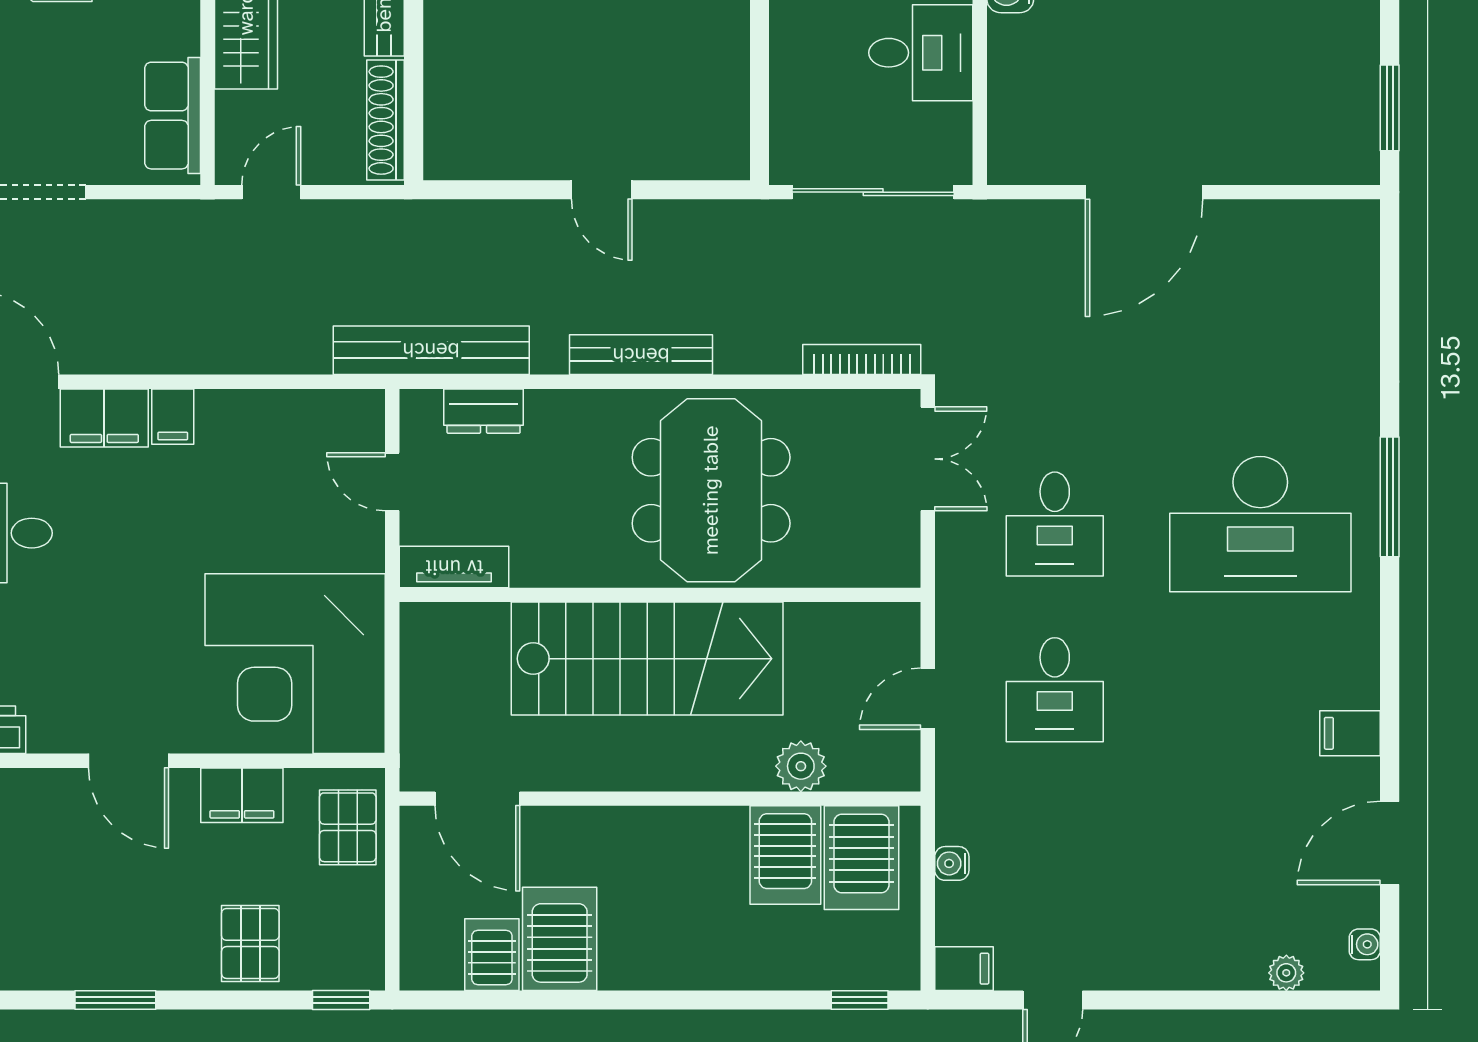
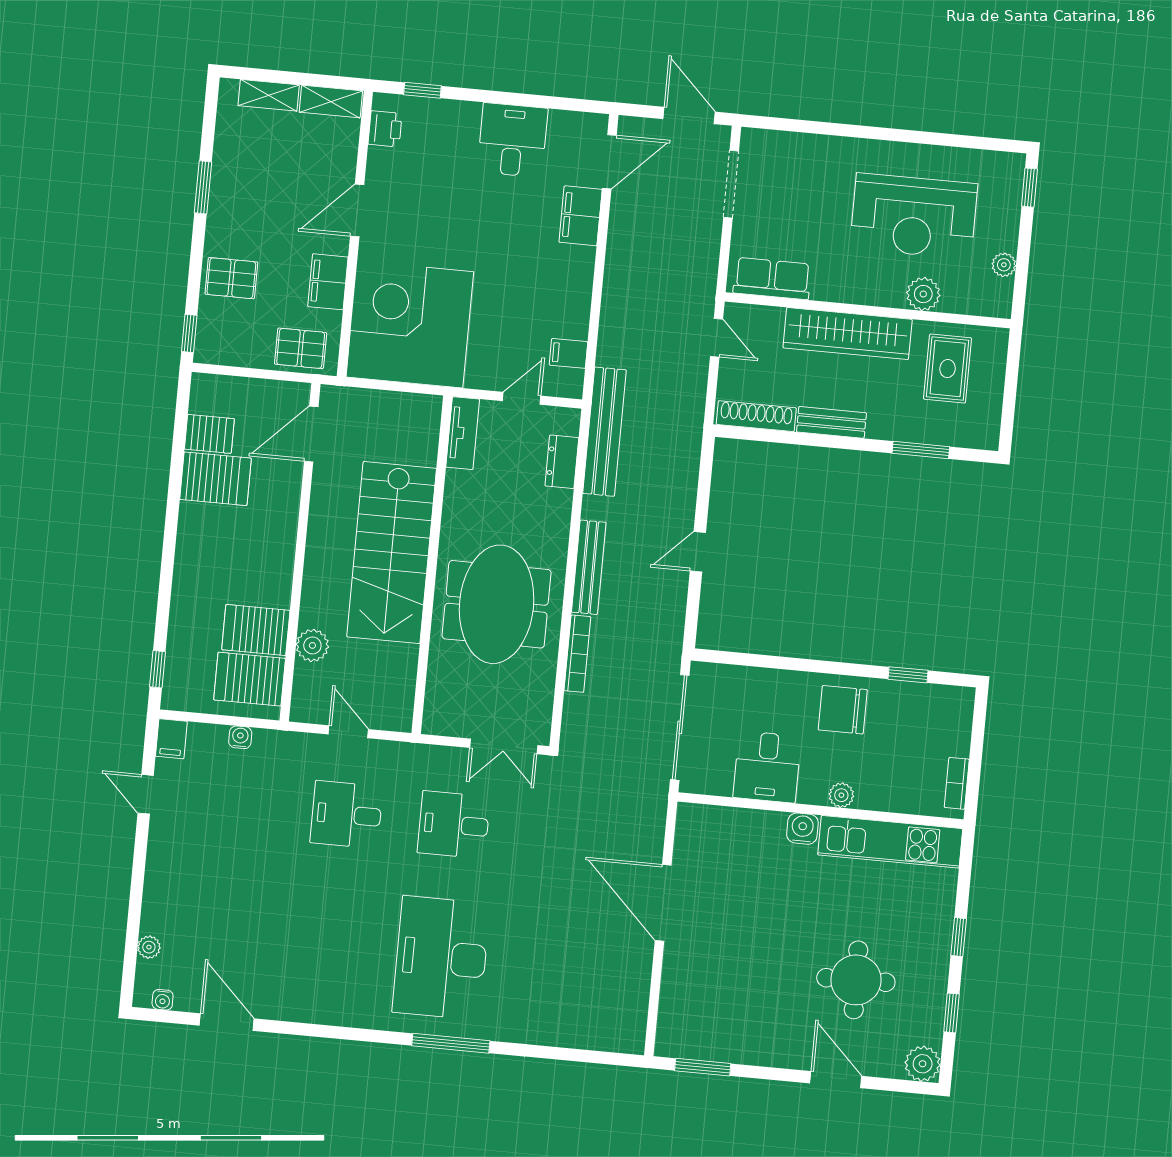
bookcase: (862, 360) -> (577, 654), moved
filing cabinet: (173, 417) -> (568, 353), moved
meeting table: (711, 490) -> (497, 604), turned 90
filing cabinet: (1350, 733) -> (300, 1003), removed

